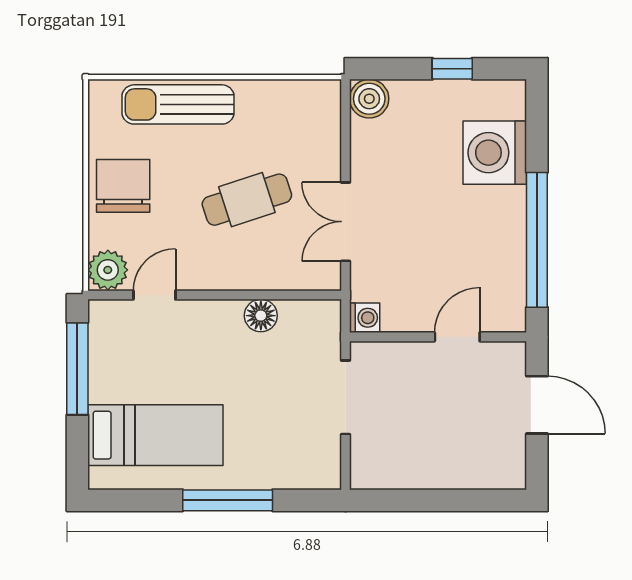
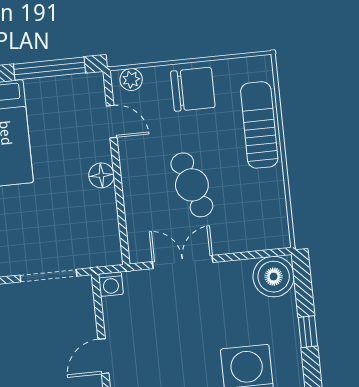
boiler: (369, 99) -> (274, 277), width x1.37, depth x1.37
plant: (108, 270) -> (131, 80), width x0.73, depth x0.73
floor lamp: (261, 316) -> (101, 175), moved
door: (457, 337) -> (103, 356), swing flipped

